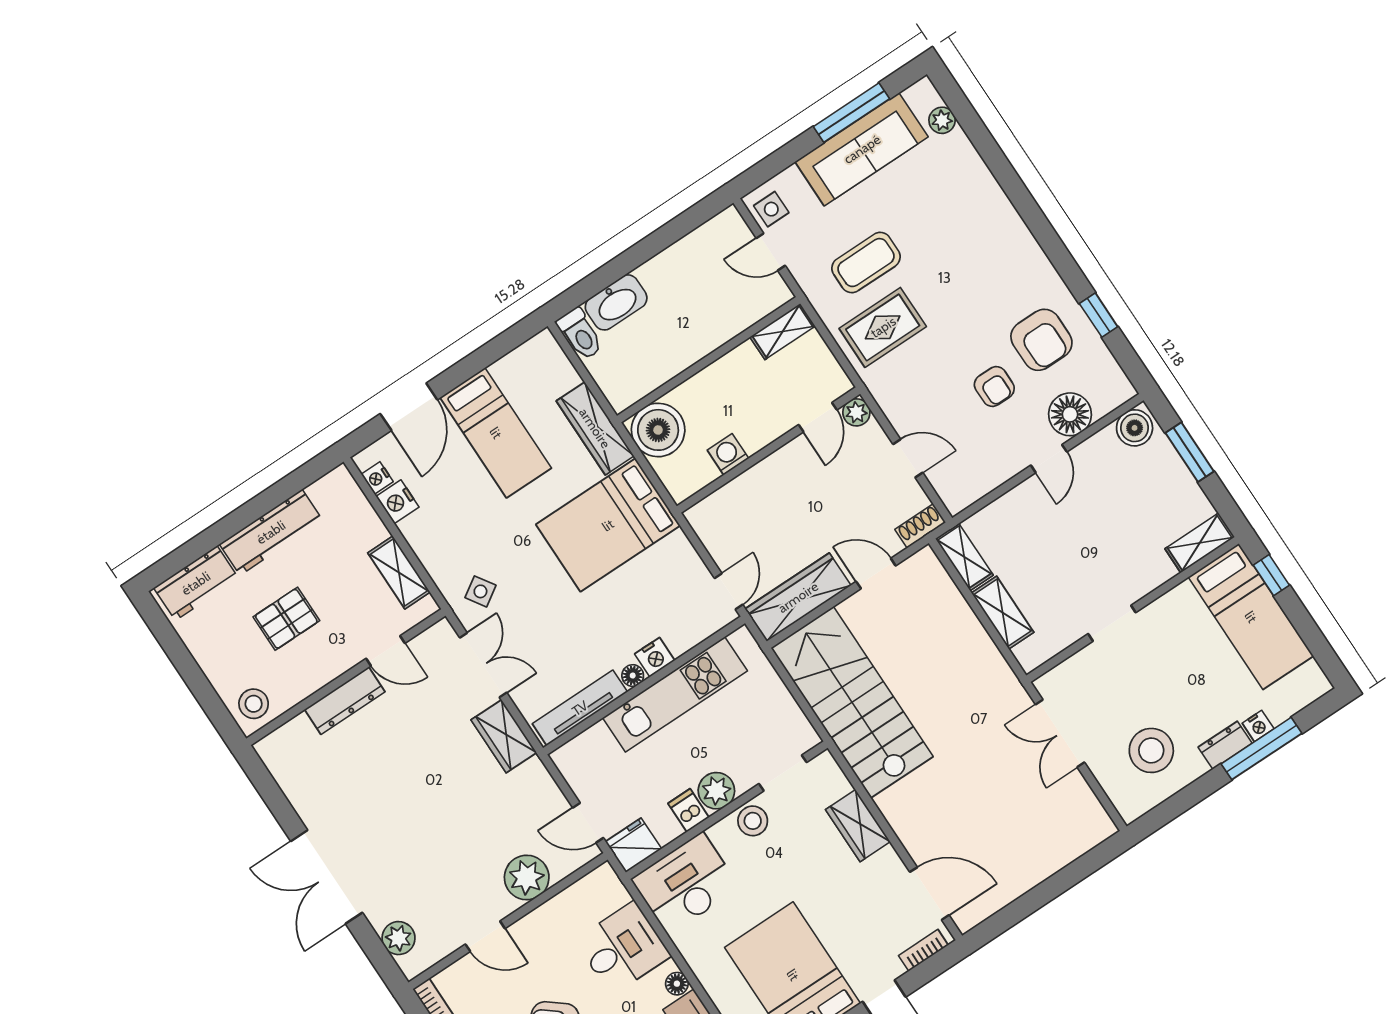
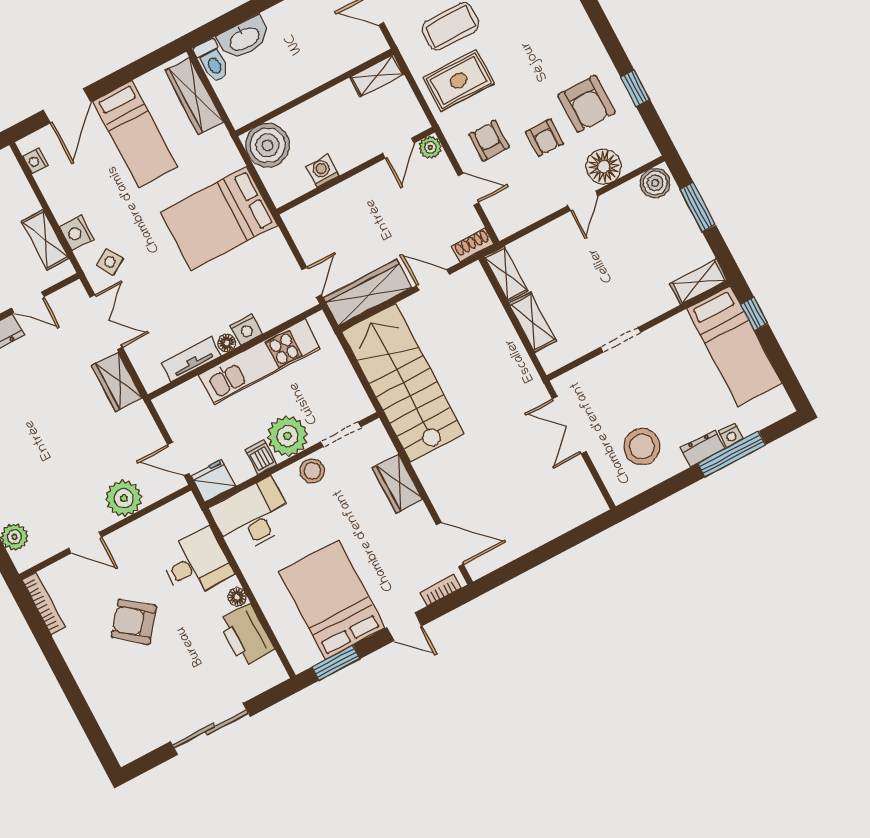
armchair: (927, 397) -> (489, 141), added
wardrobe: (595, 428) -> (194, 96), moved
nightstand: (397, 502) -> (77, 233), moved
tv unit: (580, 708) -> (191, 359), width x0.71
plant: (716, 791) -> (287, 436), width x1.36, depth x1.36

